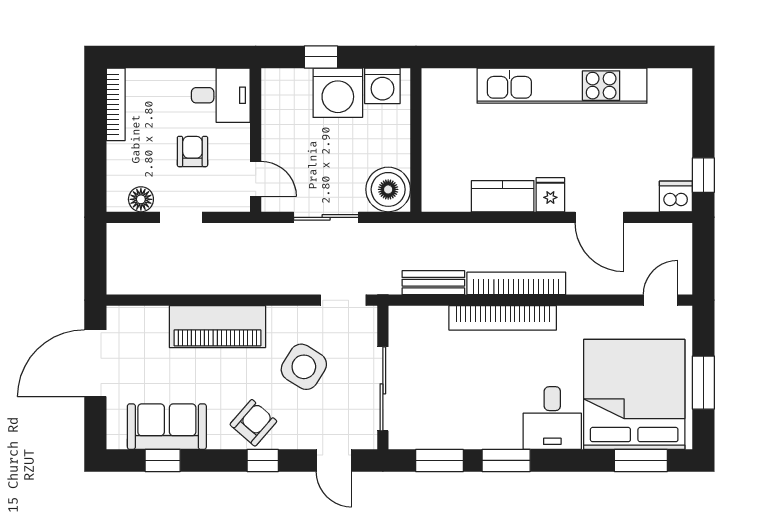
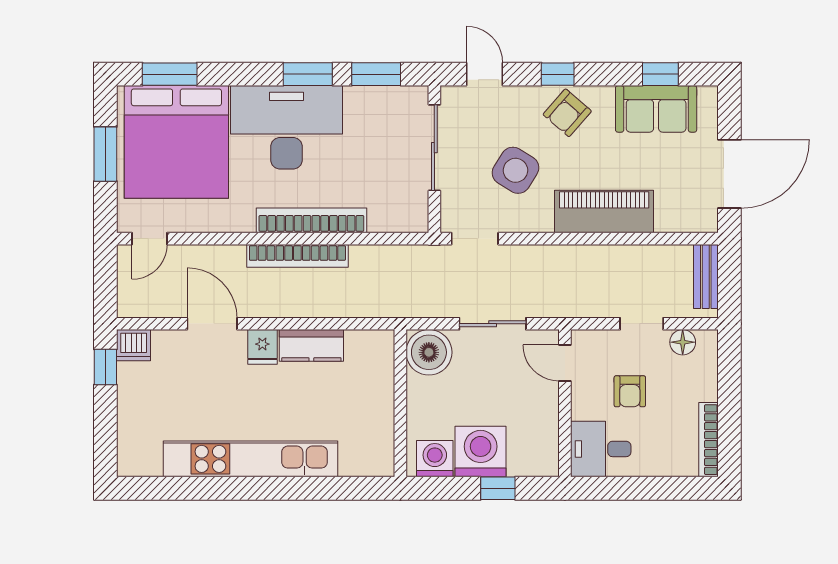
bench: (433, 283) -> (706, 276), moved, turned 90
desk: (552, 418) -> (286, 127), width x1.87, depth x1.30

